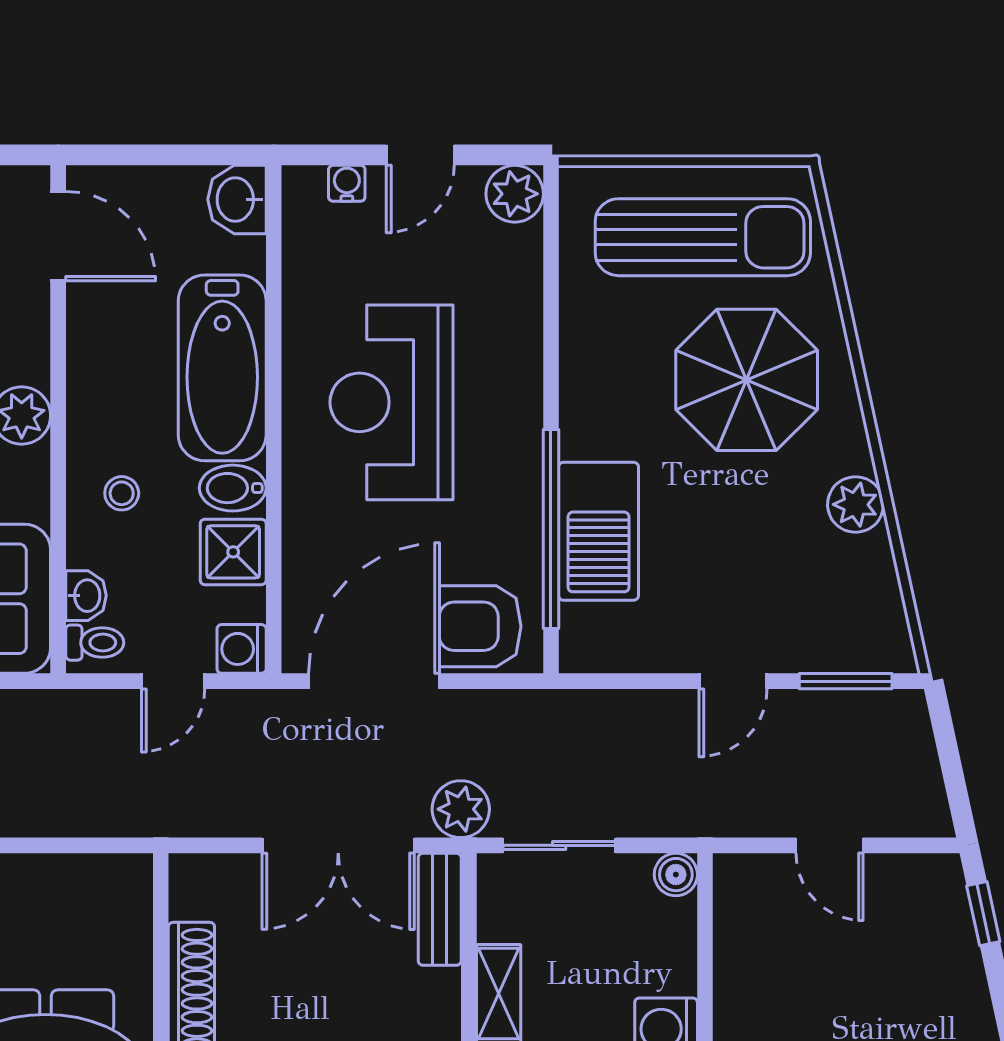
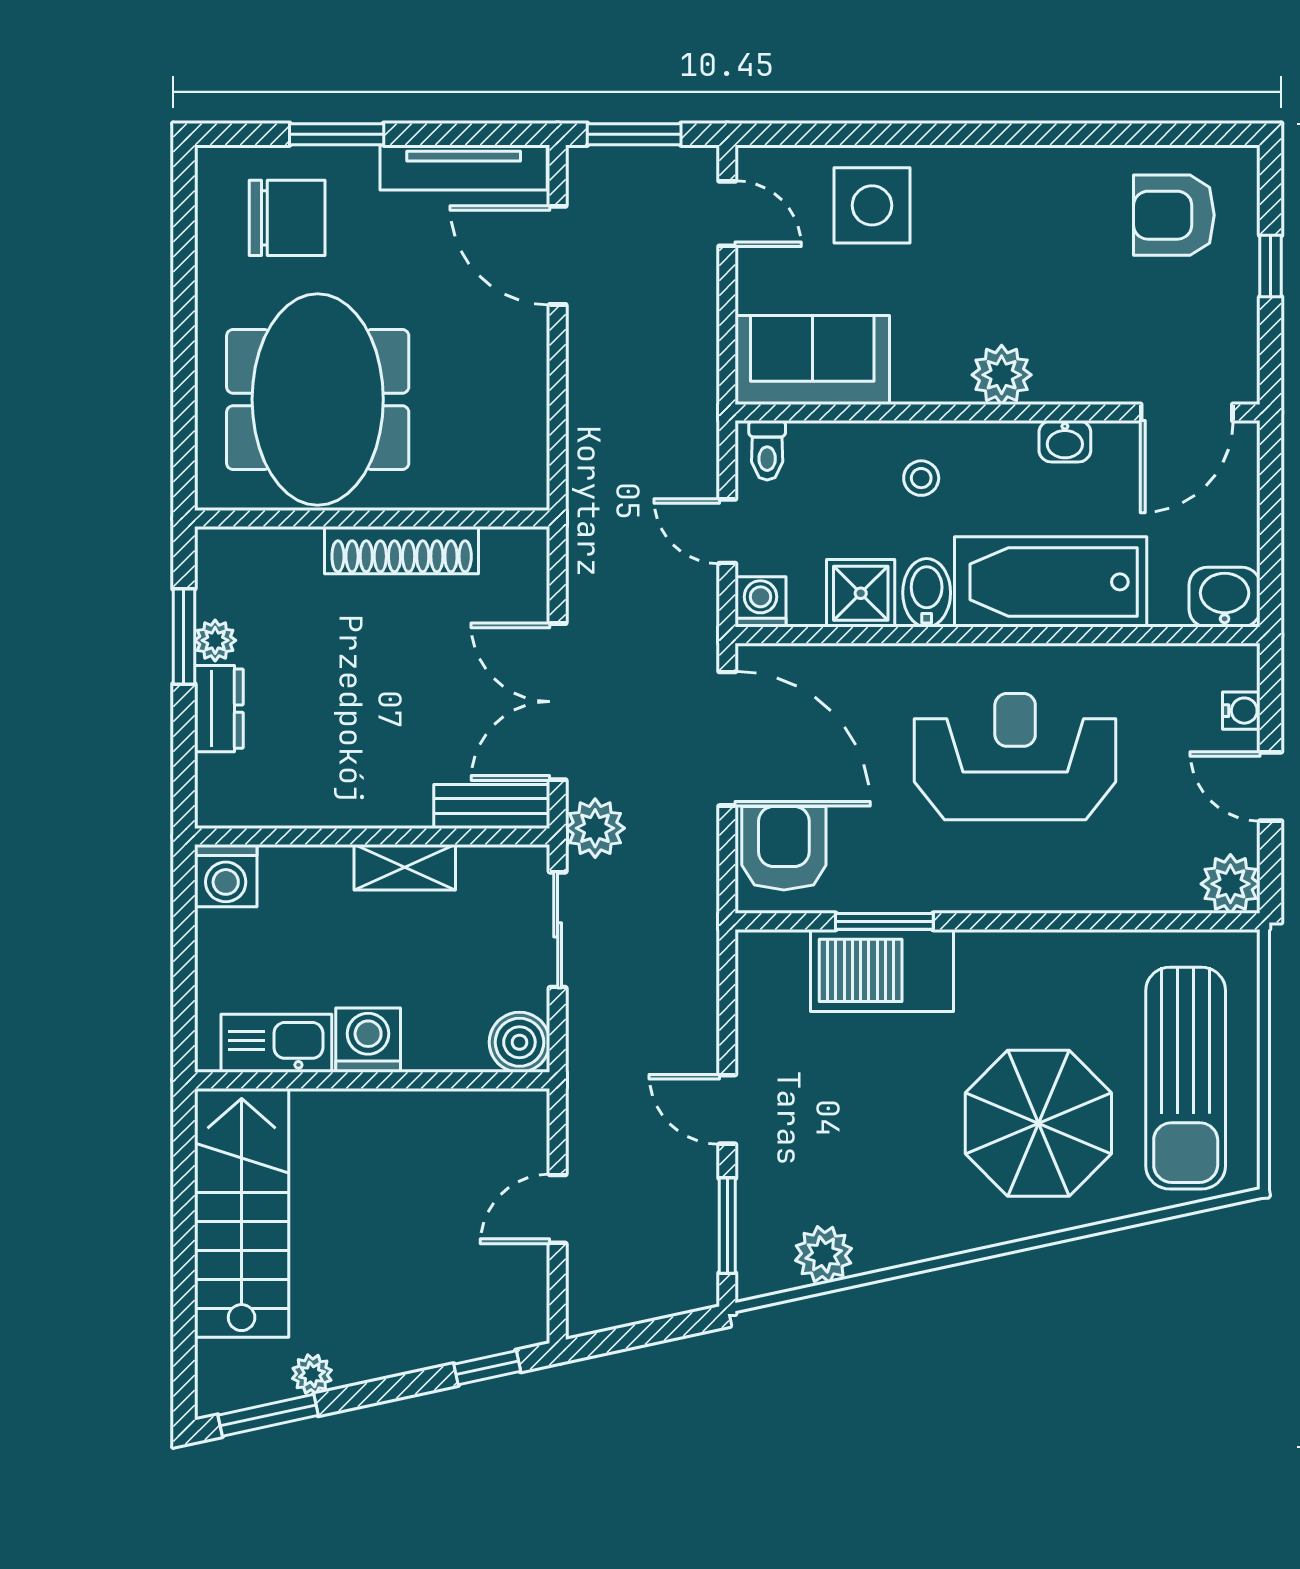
plant: (856, 504) -> (824, 1254), moved
window: (551, 529) -> (884, 921), width x0.47
washbasin: (86, 596) -> (1065, 441), moved
boiler: (676, 875) -> (519, 1042), width x1.36, depth x1.36

